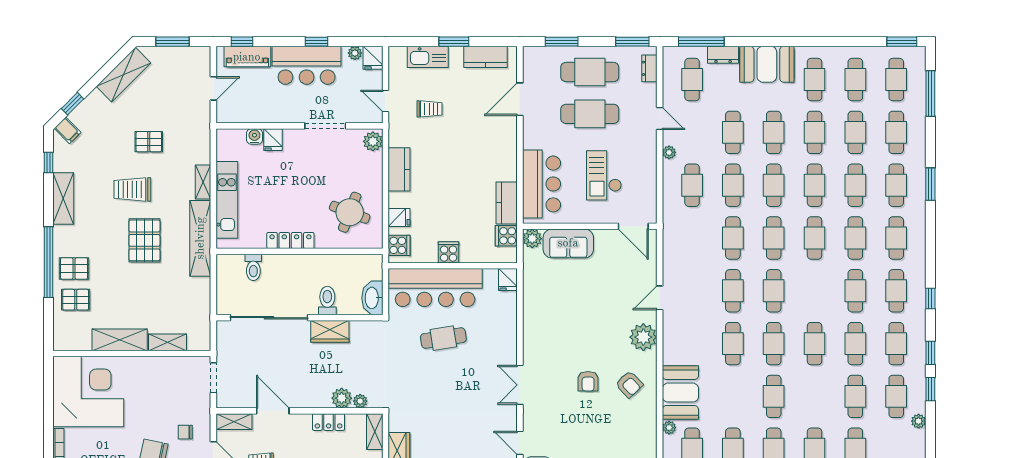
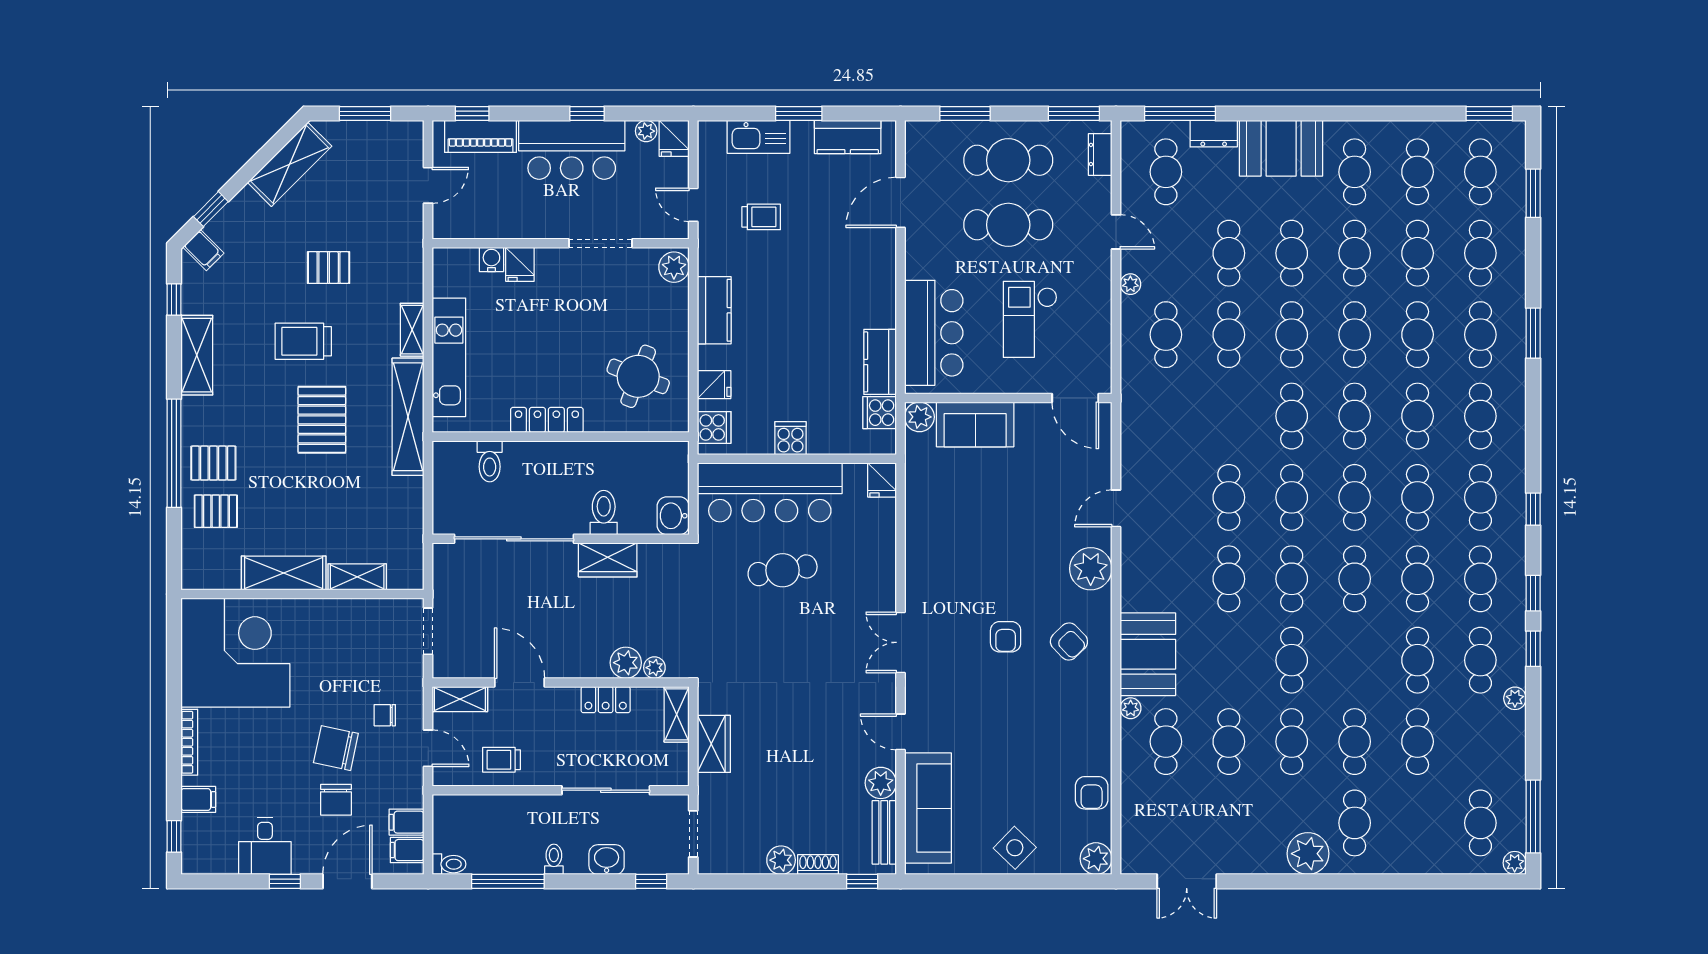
window: (930, 94) -> (1533, 193), width x0.69
cafe table: (733, 238) -> (1355, 497), moved
washbasin: (372, 298) -> (673, 516), width x0.72

